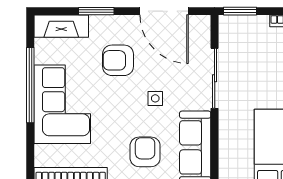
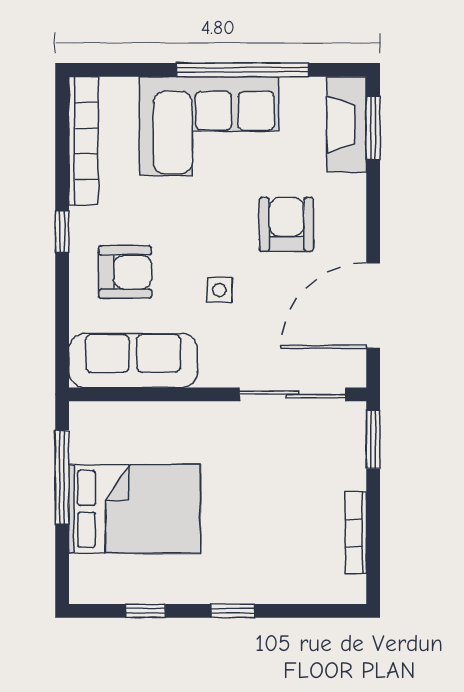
window: (96, 11) -> (373, 128), moved
sliding door: (215, 78) -> (292, 394), moved

